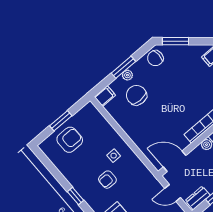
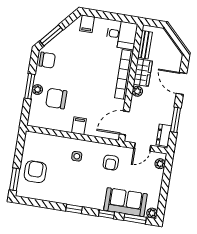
chair: (155, 58) -> (47, 60), turned -90
filing cabinet: (105, 96) -> (79, 126), moved
window: (61, 121) -> (15, 179), moved
armchair: (107, 180) -> (111, 163), moved

